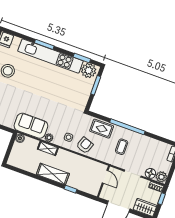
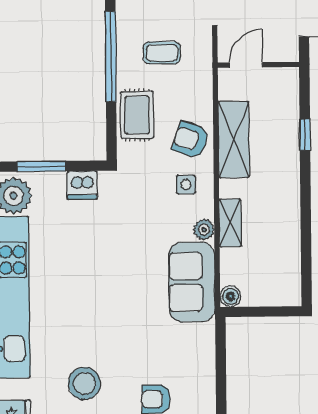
dishwasher: (83, 98) -> (82, 185), added
shelving: (53, 174) -> (234, 139), moved

